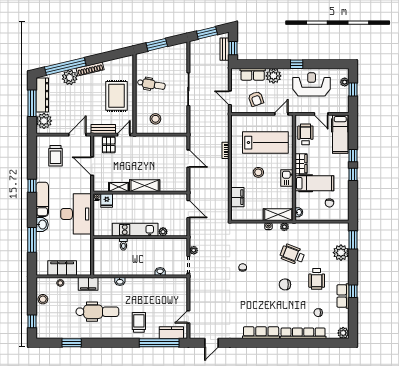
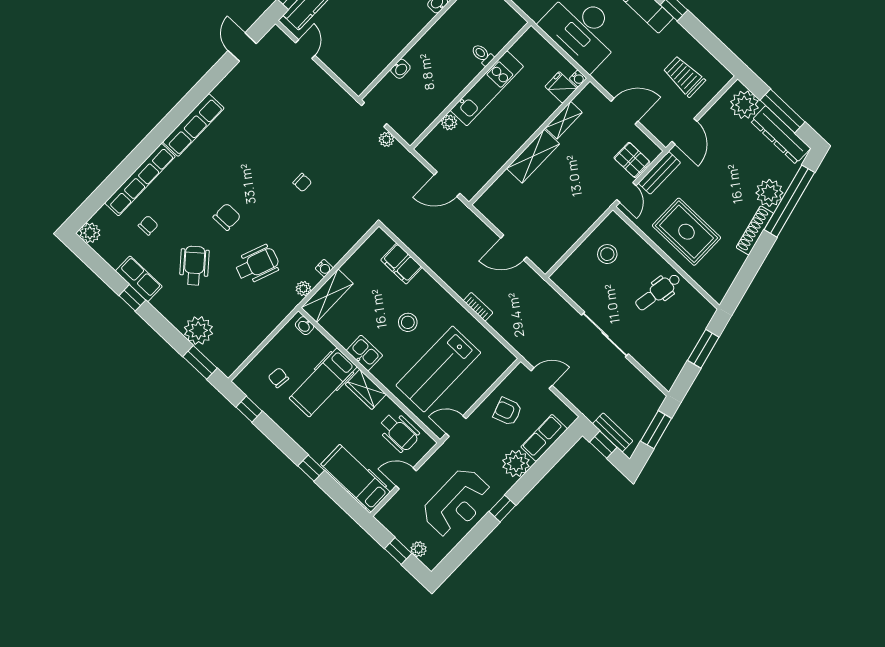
door: (281, 114) -> (456, 426), swing flipped
window: (353, 174) -> (249, 409), moved
wheelchair: (317, 279) -> (194, 266), turned 50

